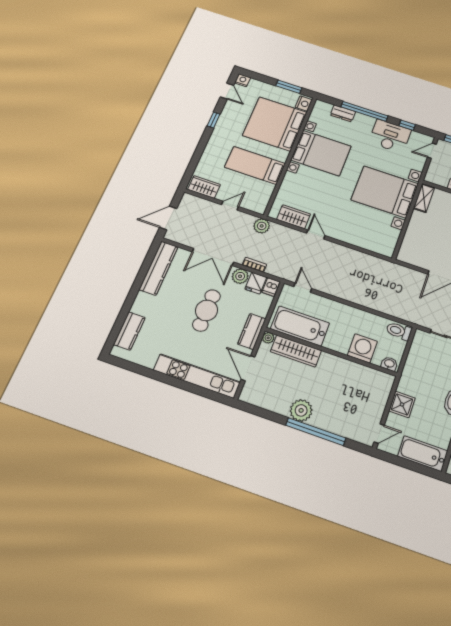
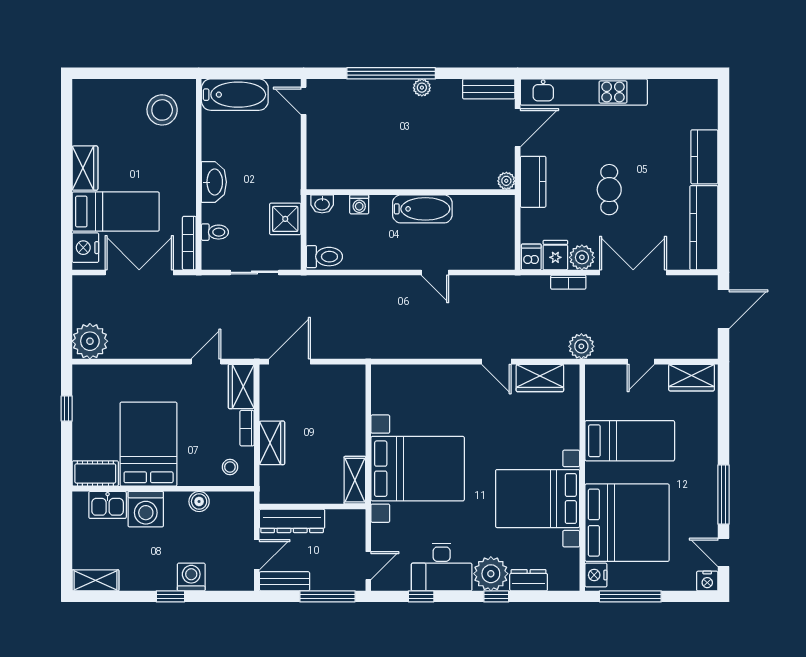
window: (289, 87) -> (630, 596), width x1.44
window: (364, 111) -> (496, 596), width x0.32
window: (214, 120) -> (723, 495), width x2.17
plant: (363, 124) -> (491, 574), added
door: (303, 288) -> (435, 272), moved
cafe table: (206, 310) -> (609, 190), width x0.73, depth x0.74
bathtub: (300, 326) -> (422, 209), moved, width x0.73, depth x0.73
kitchen counter: (129, 331) -> (704, 157), moved
washing machine: (362, 348) -> (359, 204), width x0.53, depth x0.53
wardrobe: (296, 351) -> (460, 176), removed
door: (248, 368) -> (518, 128), hinge flipped
bench: (257, 399) -> (489, 89), added
shower: (402, 404) -> (285, 219), moved
plant: (301, 410) -> (422, 88), width x0.53, depth x0.53
door: (379, 434) -> (304, 101), hinge flipped

